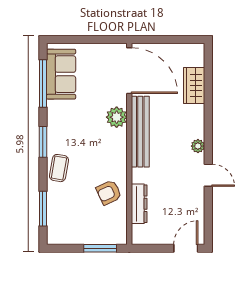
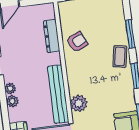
plant: (197, 130) -> (12, 101), added
window: (43, 209) -> (130, 34), moved

